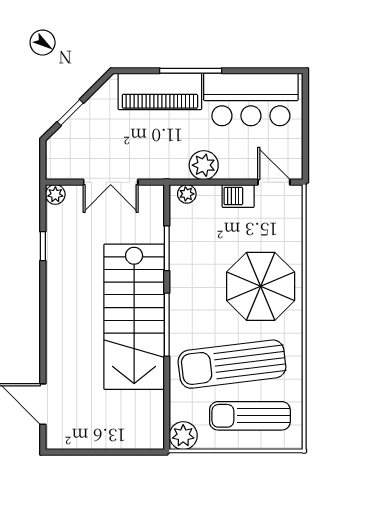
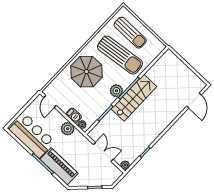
barbecue: (238, 196) -> (74, 115), moved
stairs: (134, 317) -> (134, 98), width x0.73, depth x0.66
plant: (183, 436) -> (116, 91), moved

